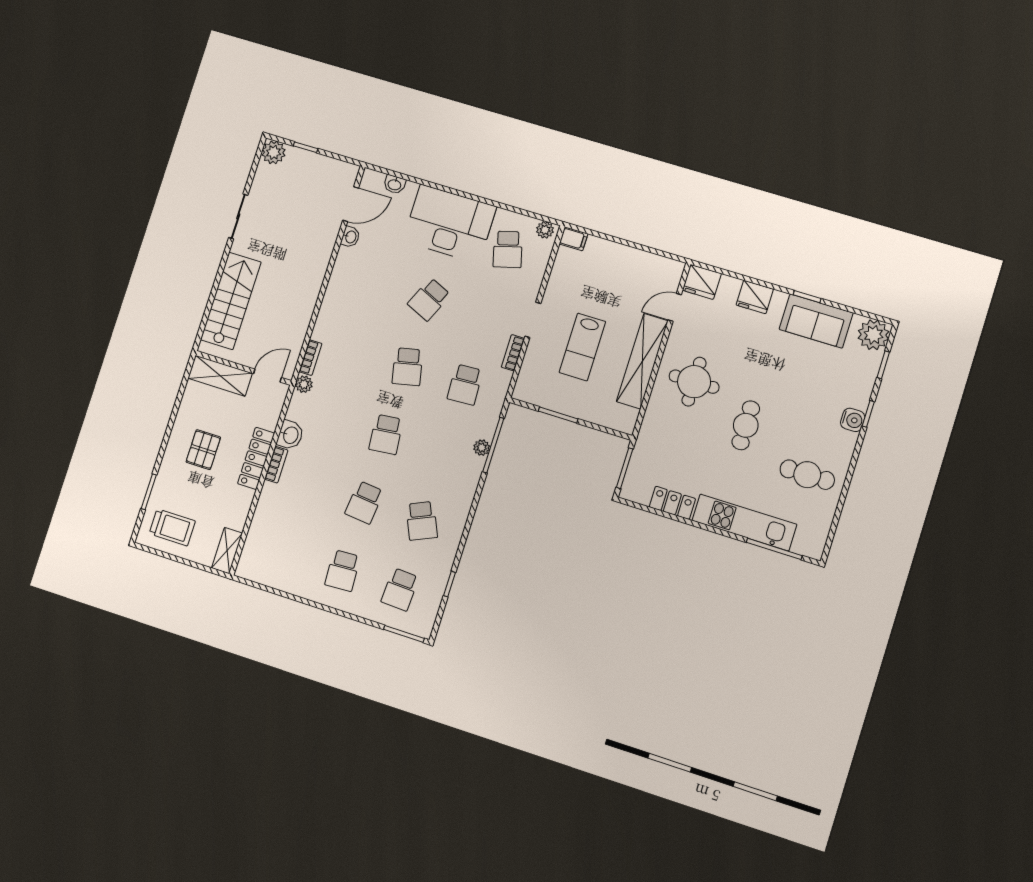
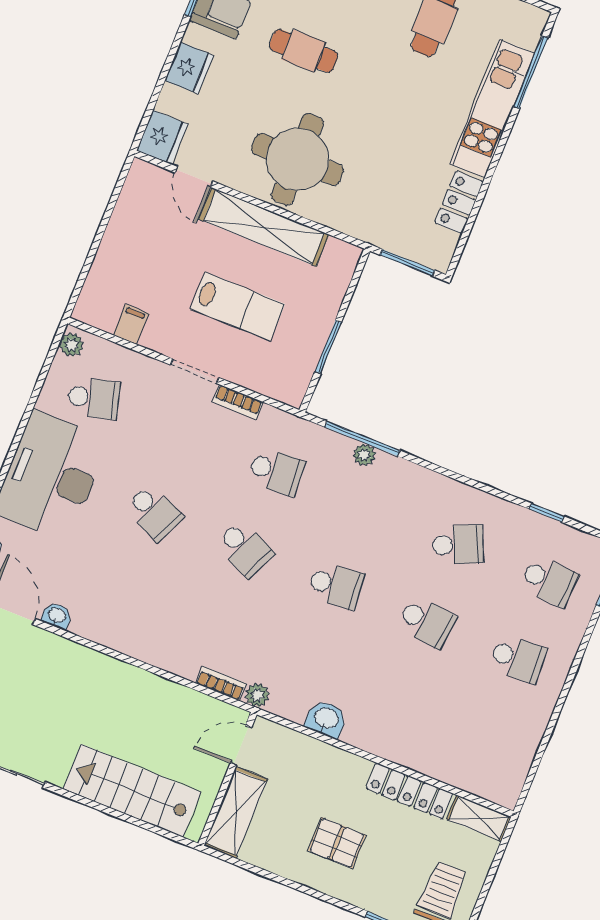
filing cabinet: (573, 239) -> (131, 324), moved
school desk: (407, 367) -> (245, 549), turned 36
door: (268, 376) -> (241, 745), hinge flipped
round table: (694, 382) -> (297, 159), width x1.36, depth x1.36
cafe table: (746, 425) -> (304, 51), moved
locker: (256, 458) -> (409, 791), moved
bookcase: (276, 465) -> (366, 741), removed

